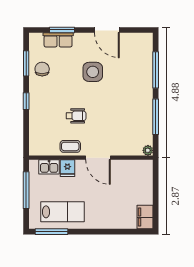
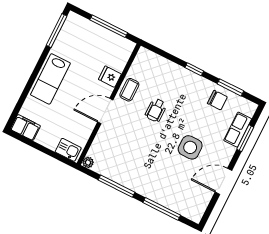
kitchen sink: (49, 167) -> (68, 150), moved, turned 90
lab bench: (62, 212) -> (50, 79), moved

